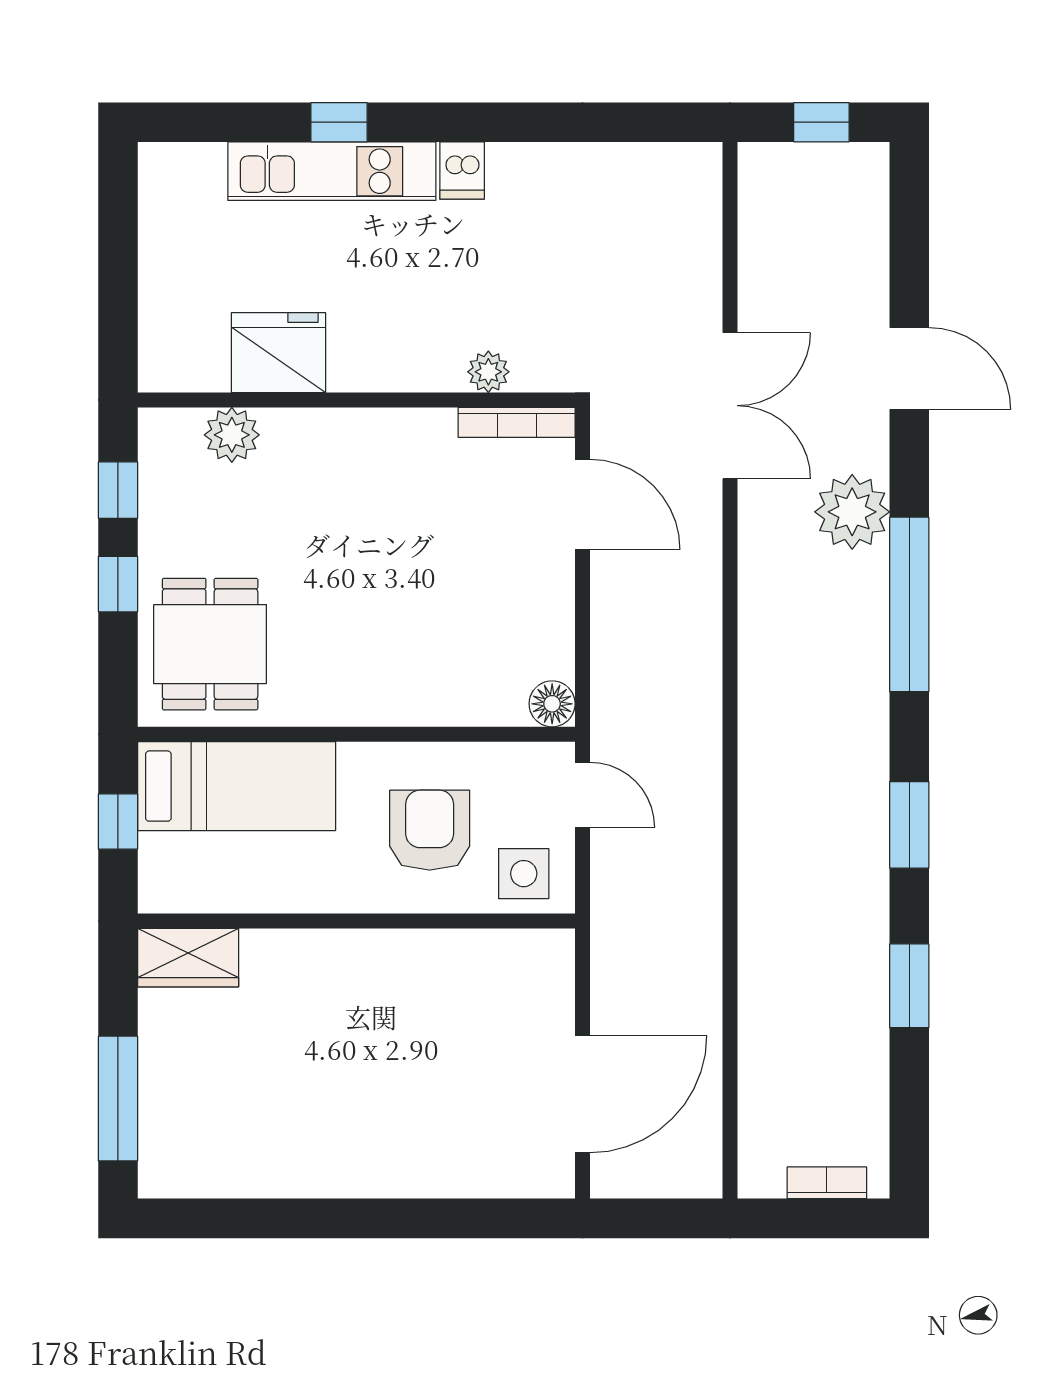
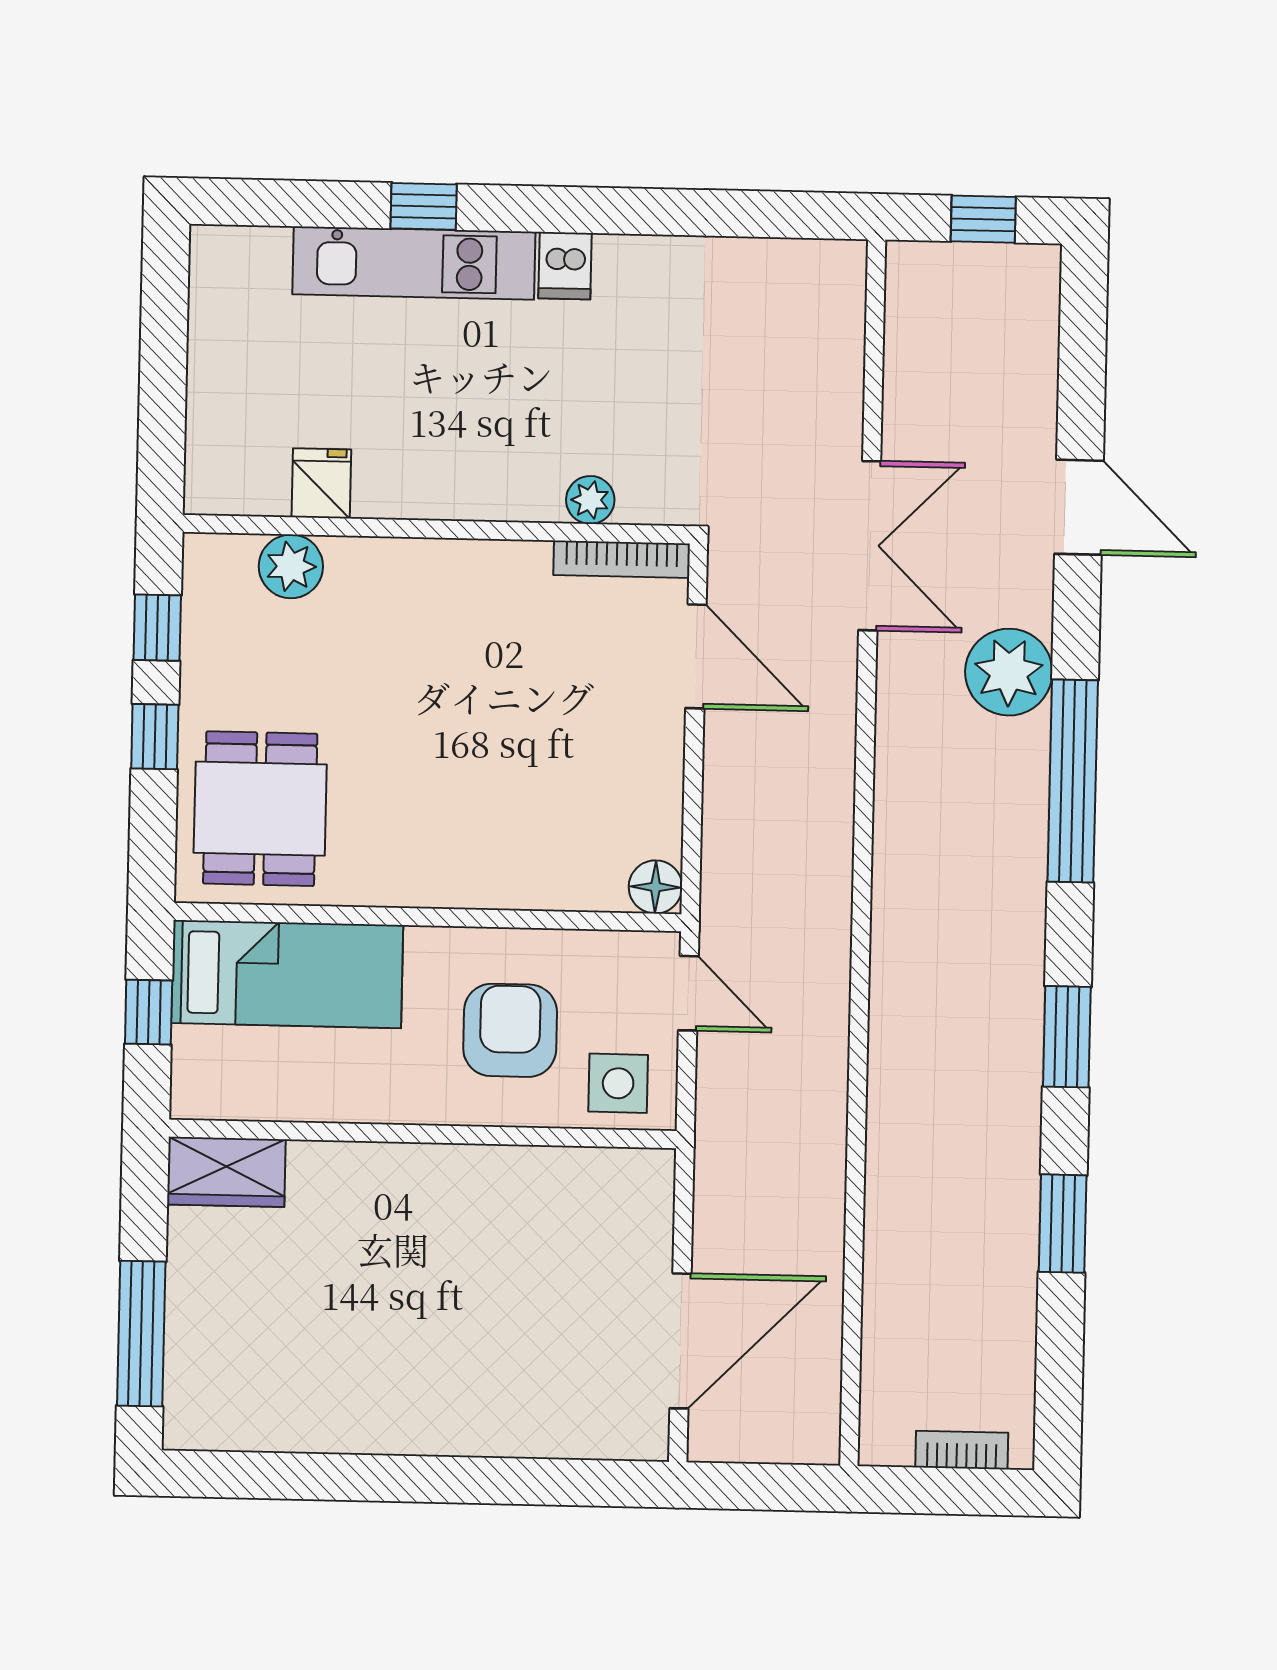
fridge: (279, 353) -> (321, 483), width x0.53, depth x0.75

